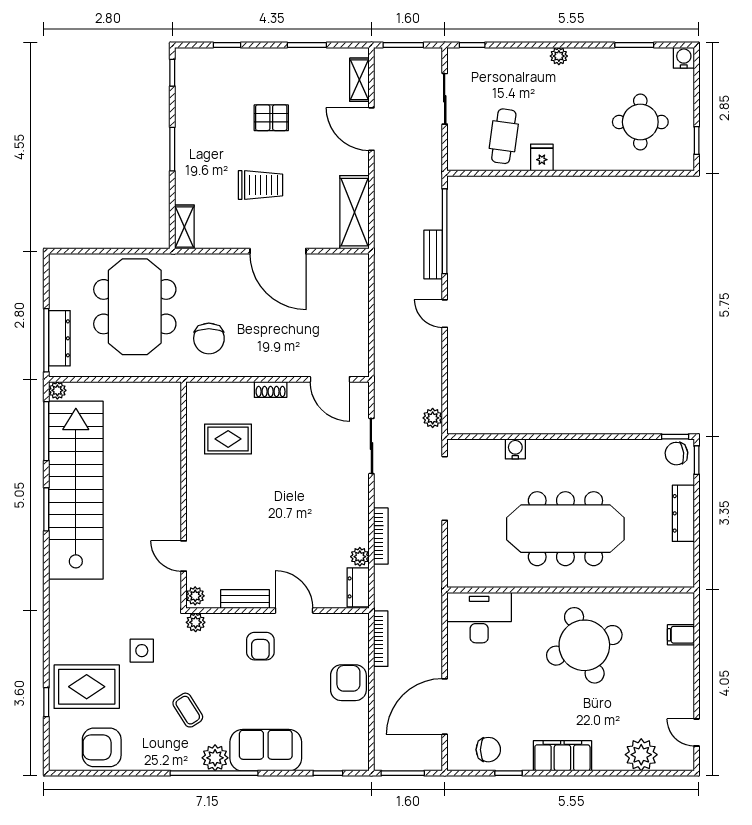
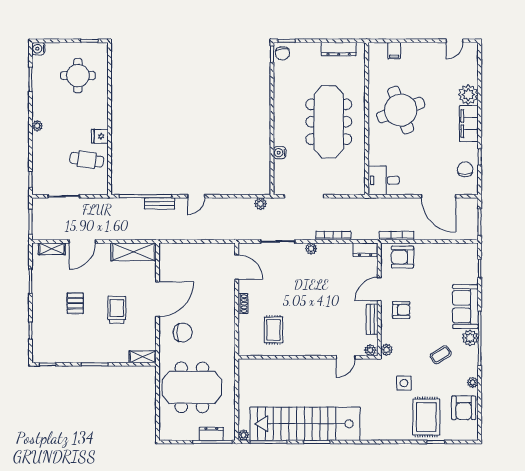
dresser: (59, 338) -> (211, 434), width x0.70
chair: (209, 338) -> (183, 333), moved
door: (330, 379) -> (237, 267), hinge flipped
dresser: (683, 513) -> (339, 49), moved
plant: (360, 557) -> (311, 249), moved
desk: (479, 618) -> (384, 180), width x0.73
armchair: (348, 683) -> (402, 257), moved
plant: (641, 755) -> (468, 95), moved
plant: (143, 762) -> (473, 382), added

